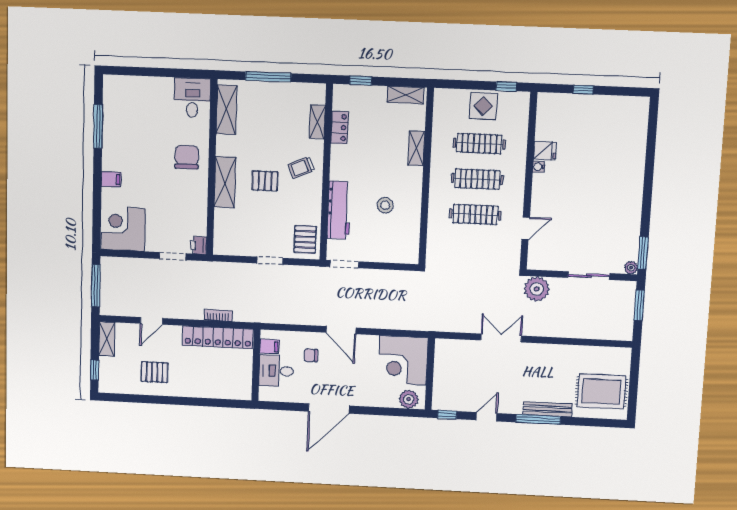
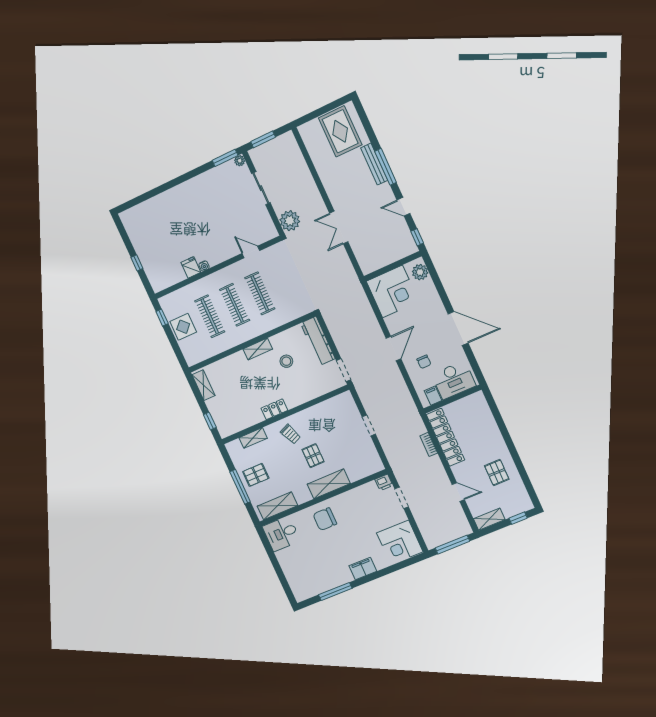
locker: (340, 128) -> (274, 409), moved
shelving: (416, 148) -> (258, 349), moved
filing cabinet: (111, 179) -> (363, 568), width x2.00
workbench: (339, 210) -> (318, 341), moved, turned -90
pallet: (305, 239) -> (256, 475), moved
desk: (276, 371) -> (454, 380), width x1.37

